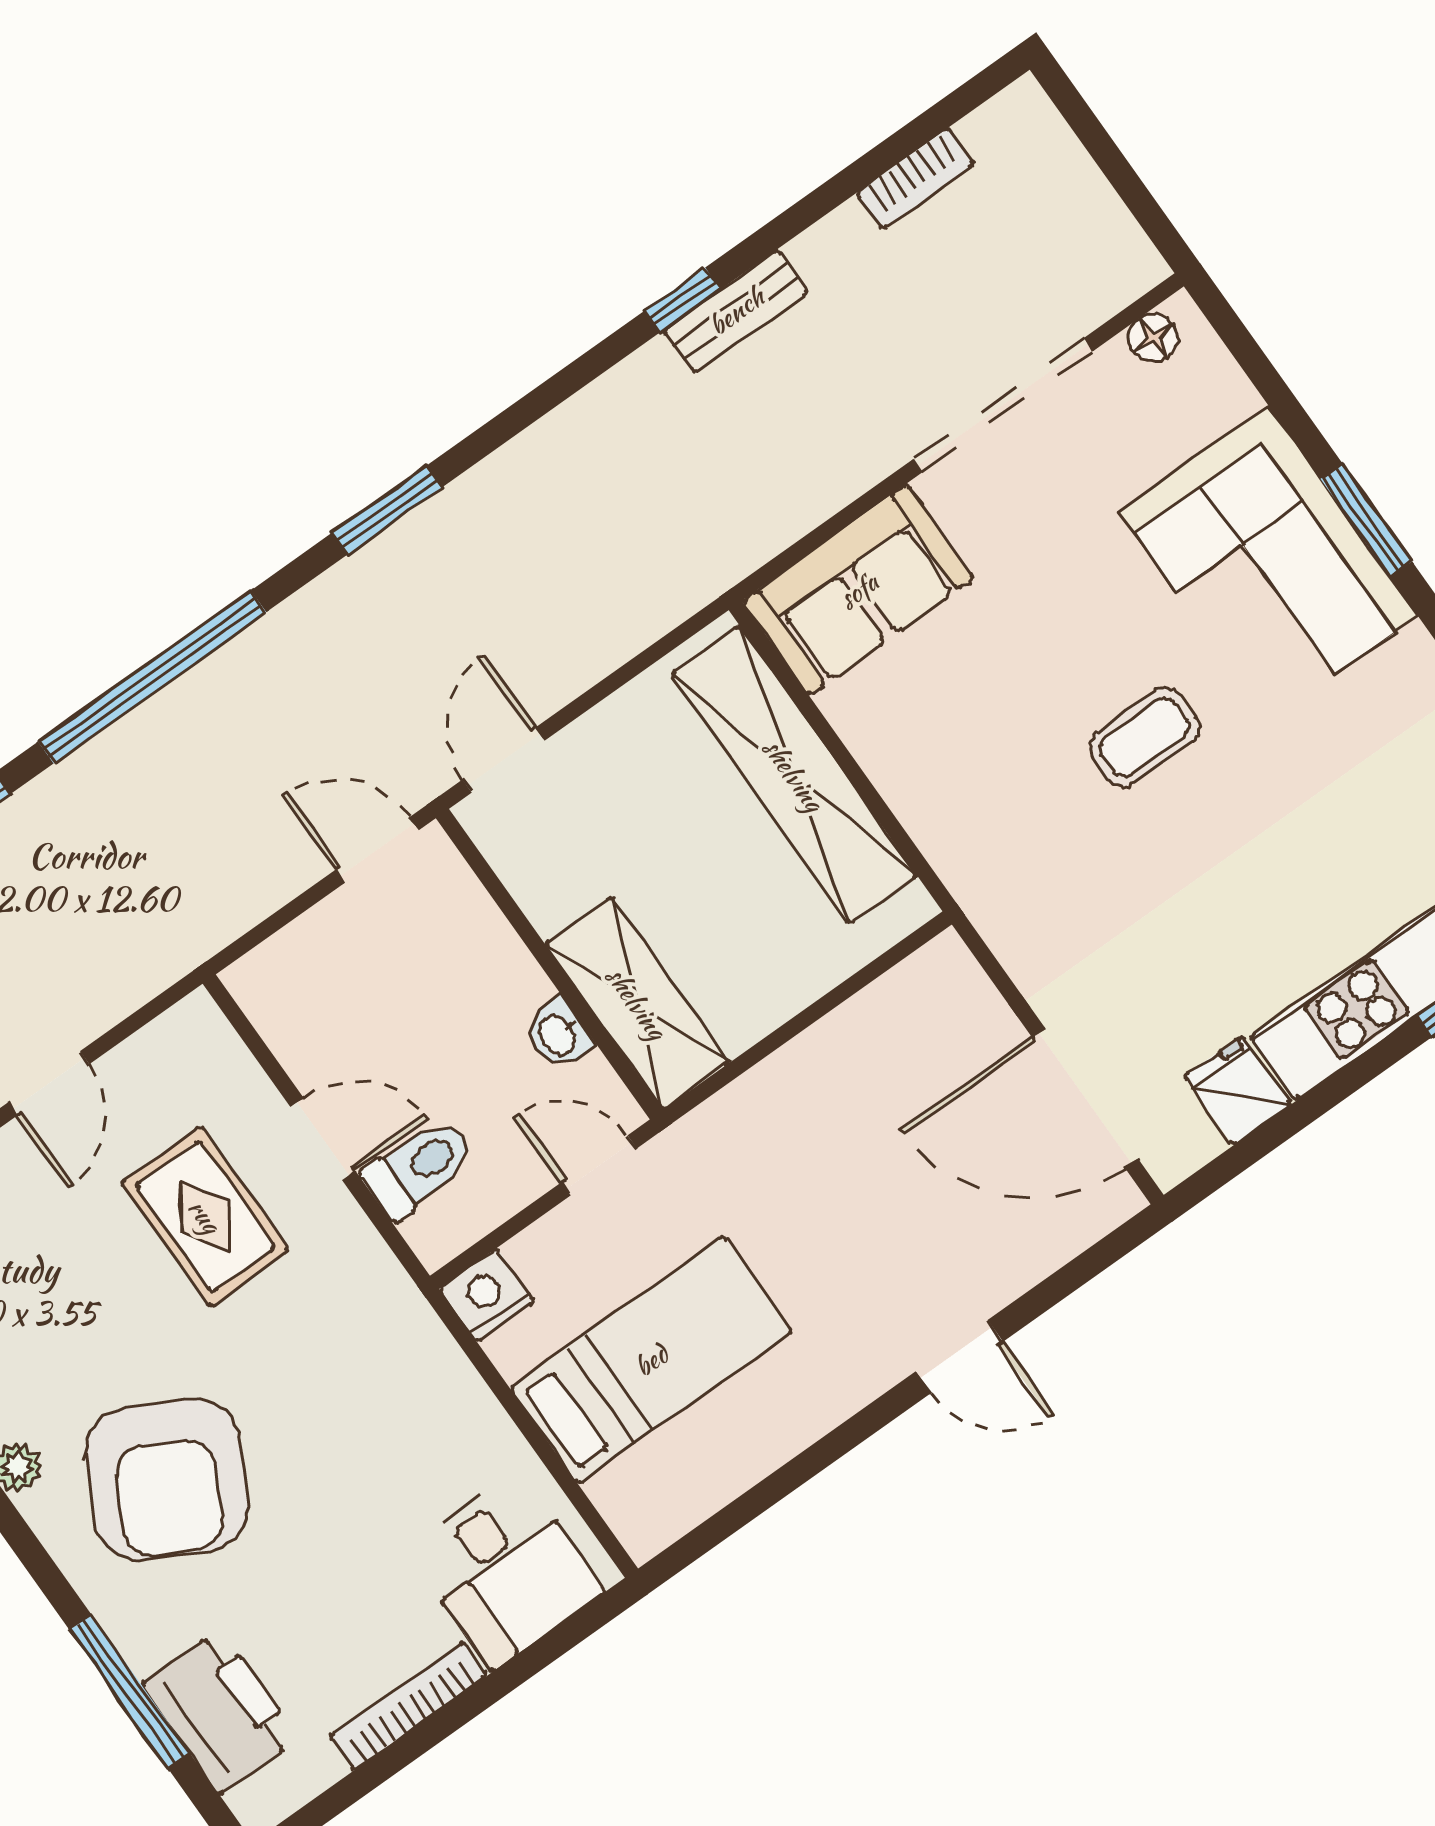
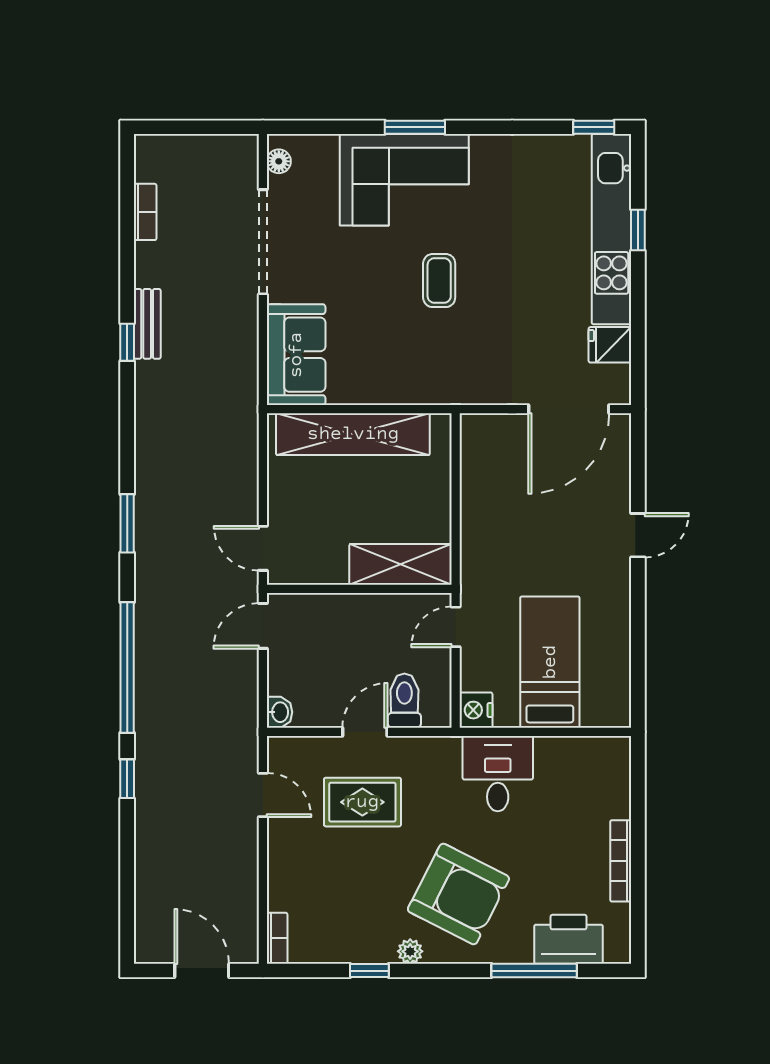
washbasin: (558, 1034) -> (279, 712), moved, turned -90
door: (49, 1083) -> (263, 795), moved
desk: (505, 1570) -> (498, 774), moved, turned -90

